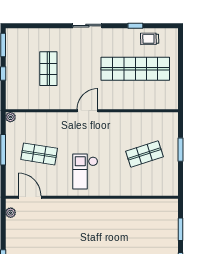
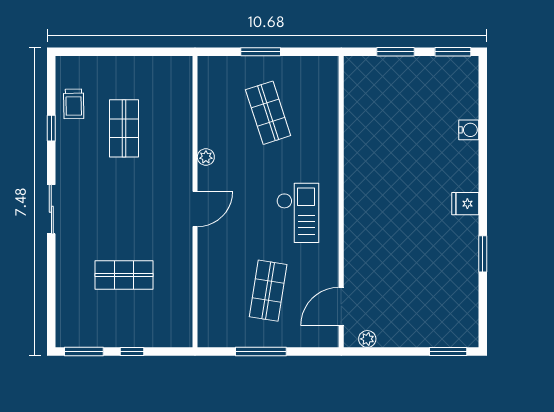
shop shelf: (135, 69) -> (124, 128), width x0.50, depth x0.74
door: (87, 111) -> (195, 209), swing flipped
plant: (10, 117) -> (206, 157), moved
checkout: (85, 171) -> (298, 213), turned -90

